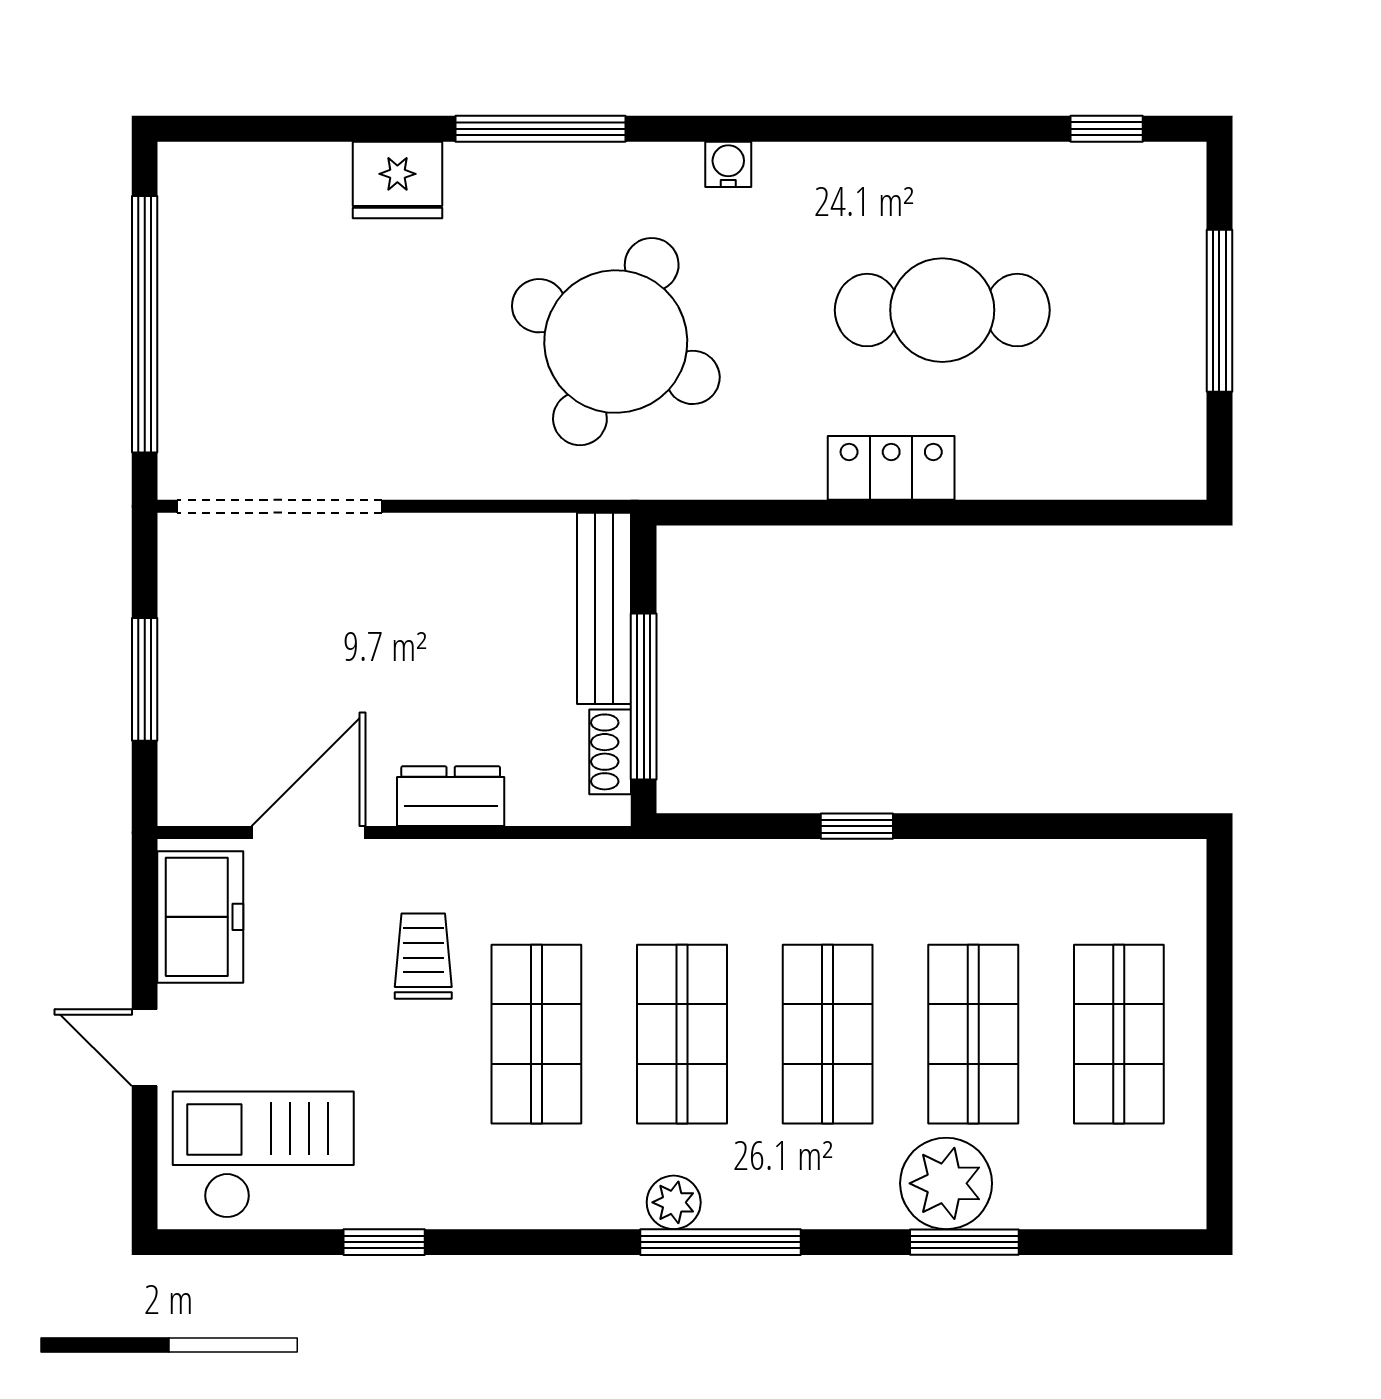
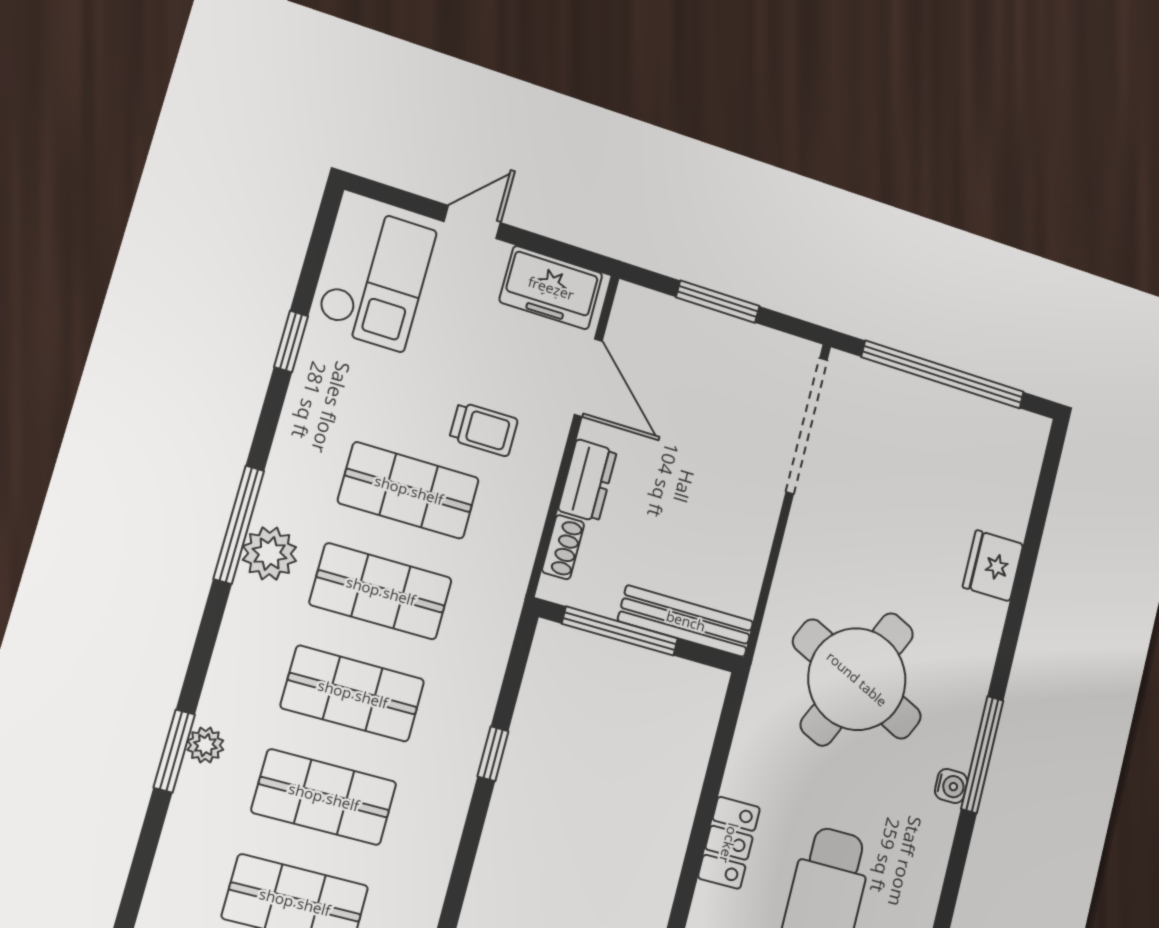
window: (541, 129) -> (982, 755), moved
shoe rack: (610, 752) -> (563, 547), moved, turned 90
plant: (946, 1183) -> (205, 745), width x0.53, depth x0.53
plant: (674, 1202) -> (270, 553), width x1.38, depth x1.38
window: (720, 1242) -> (239, 525), moved

